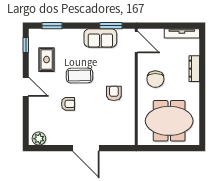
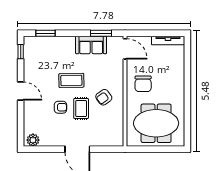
rug: (47, 60) -> (81, 108), moved
dresser: (194, 69) -> (180, 74), removed
armchair: (114, 93) -> (104, 97), turned -126

